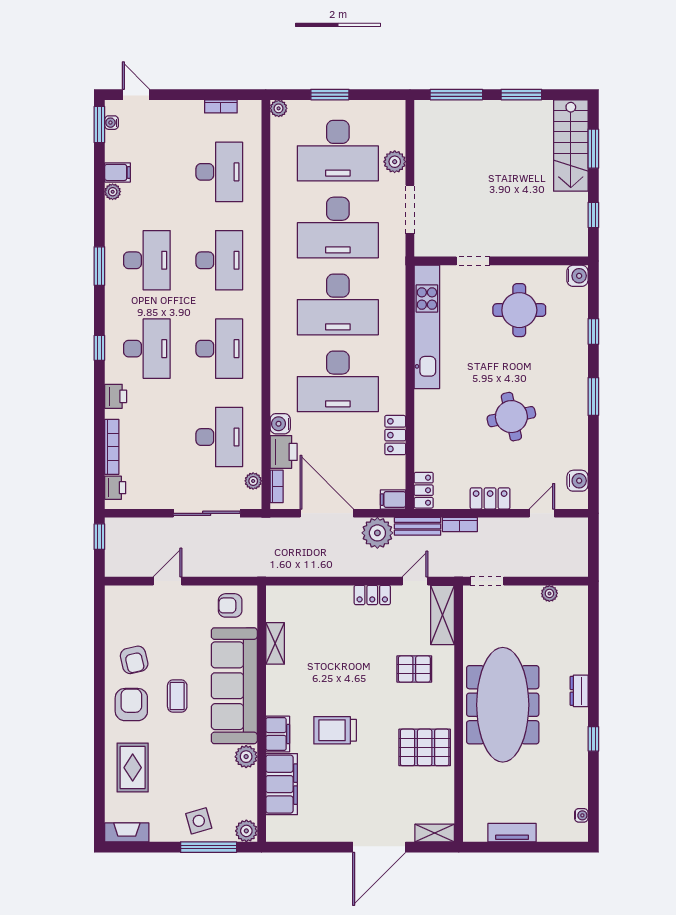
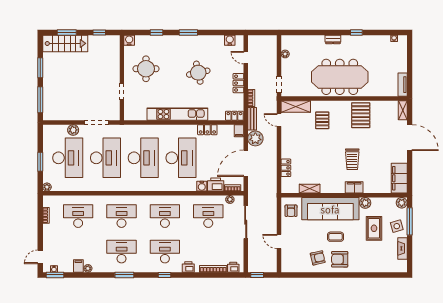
kitchen unit: (427, 327) -> (177, 114), moved
locker: (372, 595) -> (286, 168), moved
rug: (133, 768) -> (374, 228), moved, turned 90
filing cabinet: (282, 784) -> (399, 178), moved, turned -90
fireplace: (127, 832) -> (402, 248), moved
tv unit: (512, 833) -> (403, 85), moved

